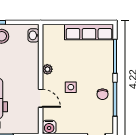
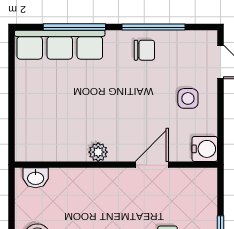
row of seats: (89, 32) -> (60, 45), moved, turned 90
side table: (71, 87) -> (188, 98), moved

